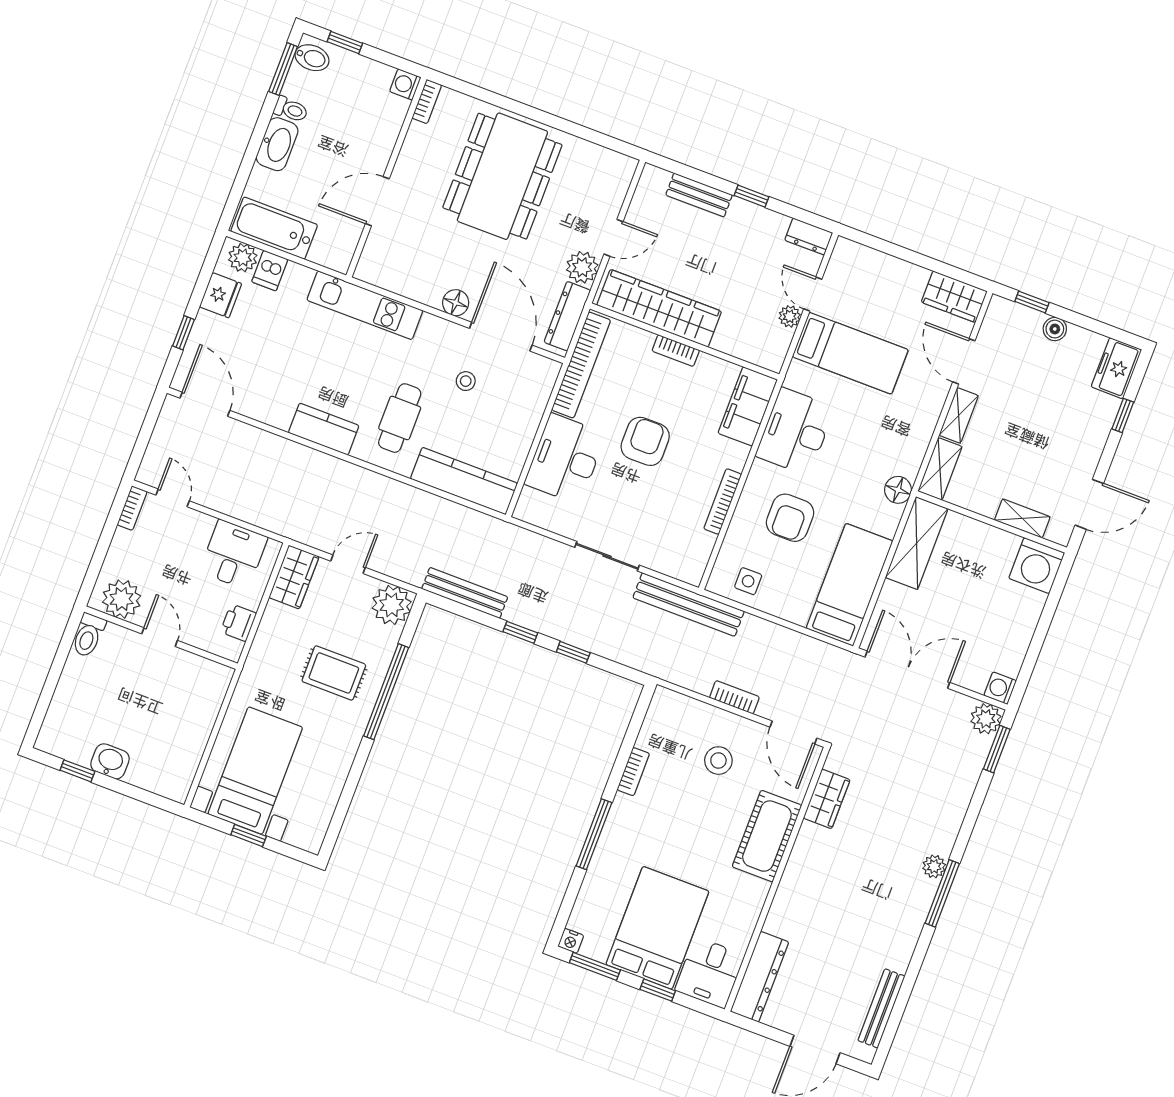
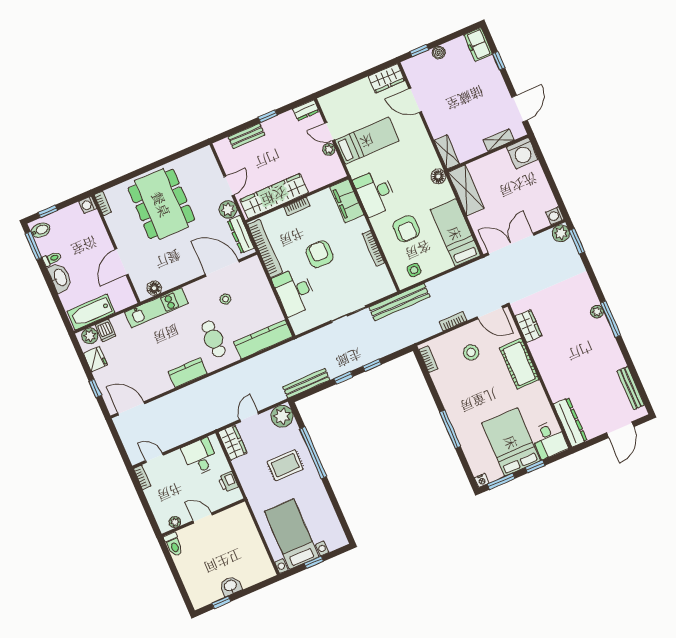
floor lamp: (456, 303) -> (154, 288), moved
shelving: (959, 415) -> (434, 124), removed
plant: (122, 599) -> (175, 522), width x0.53, depth x0.53
bookcase: (633, 772) -> (428, 359), moved

